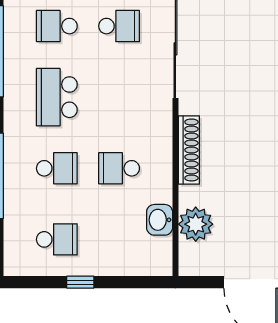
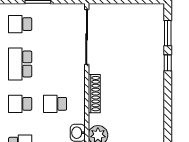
school desk: (119, 26) -> (55, 24), removed
school desk: (57, 168) -> (20, 104), turned 180

